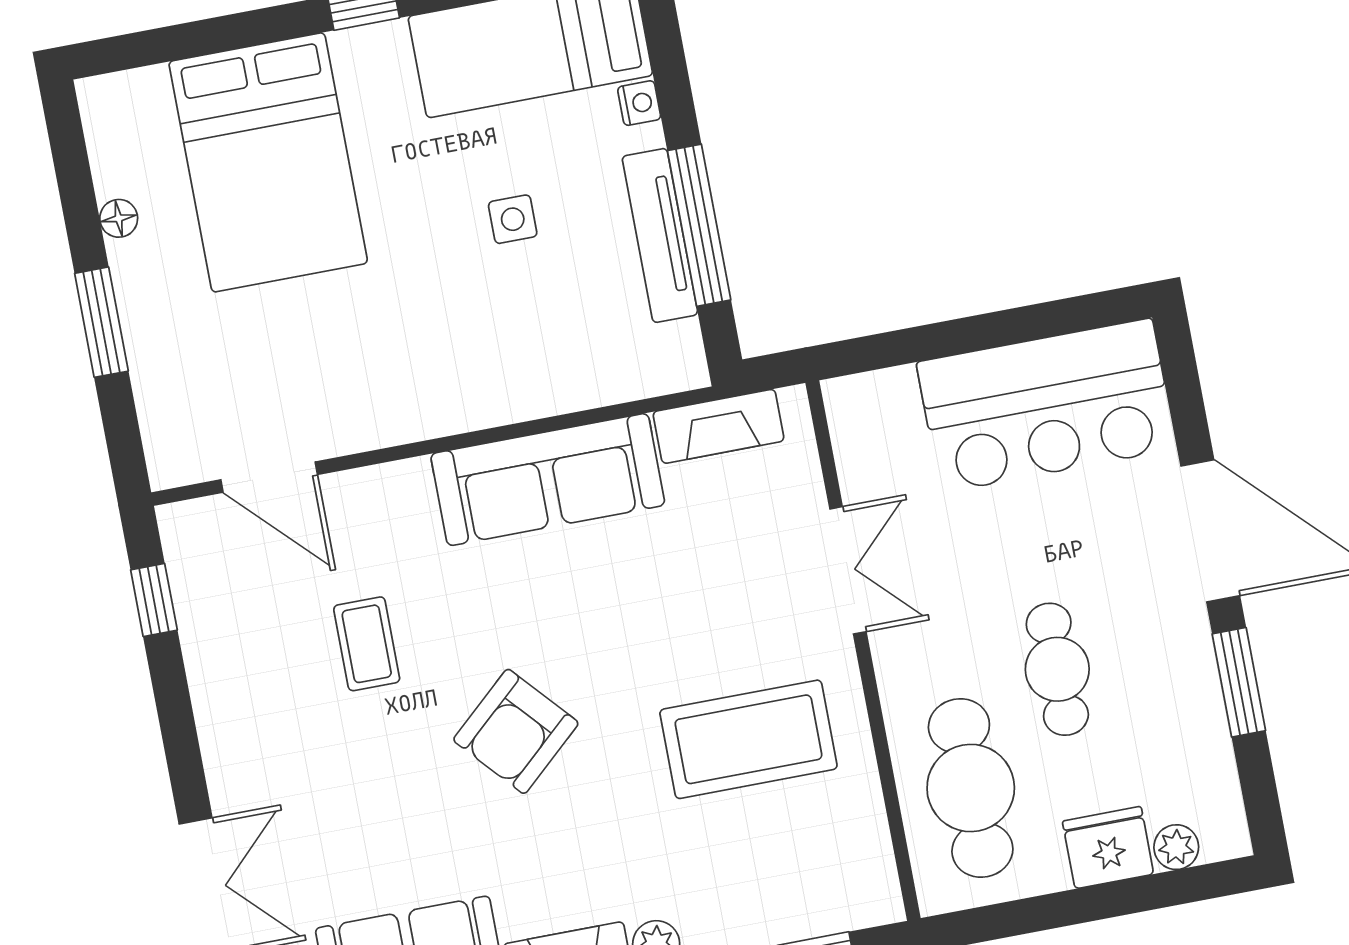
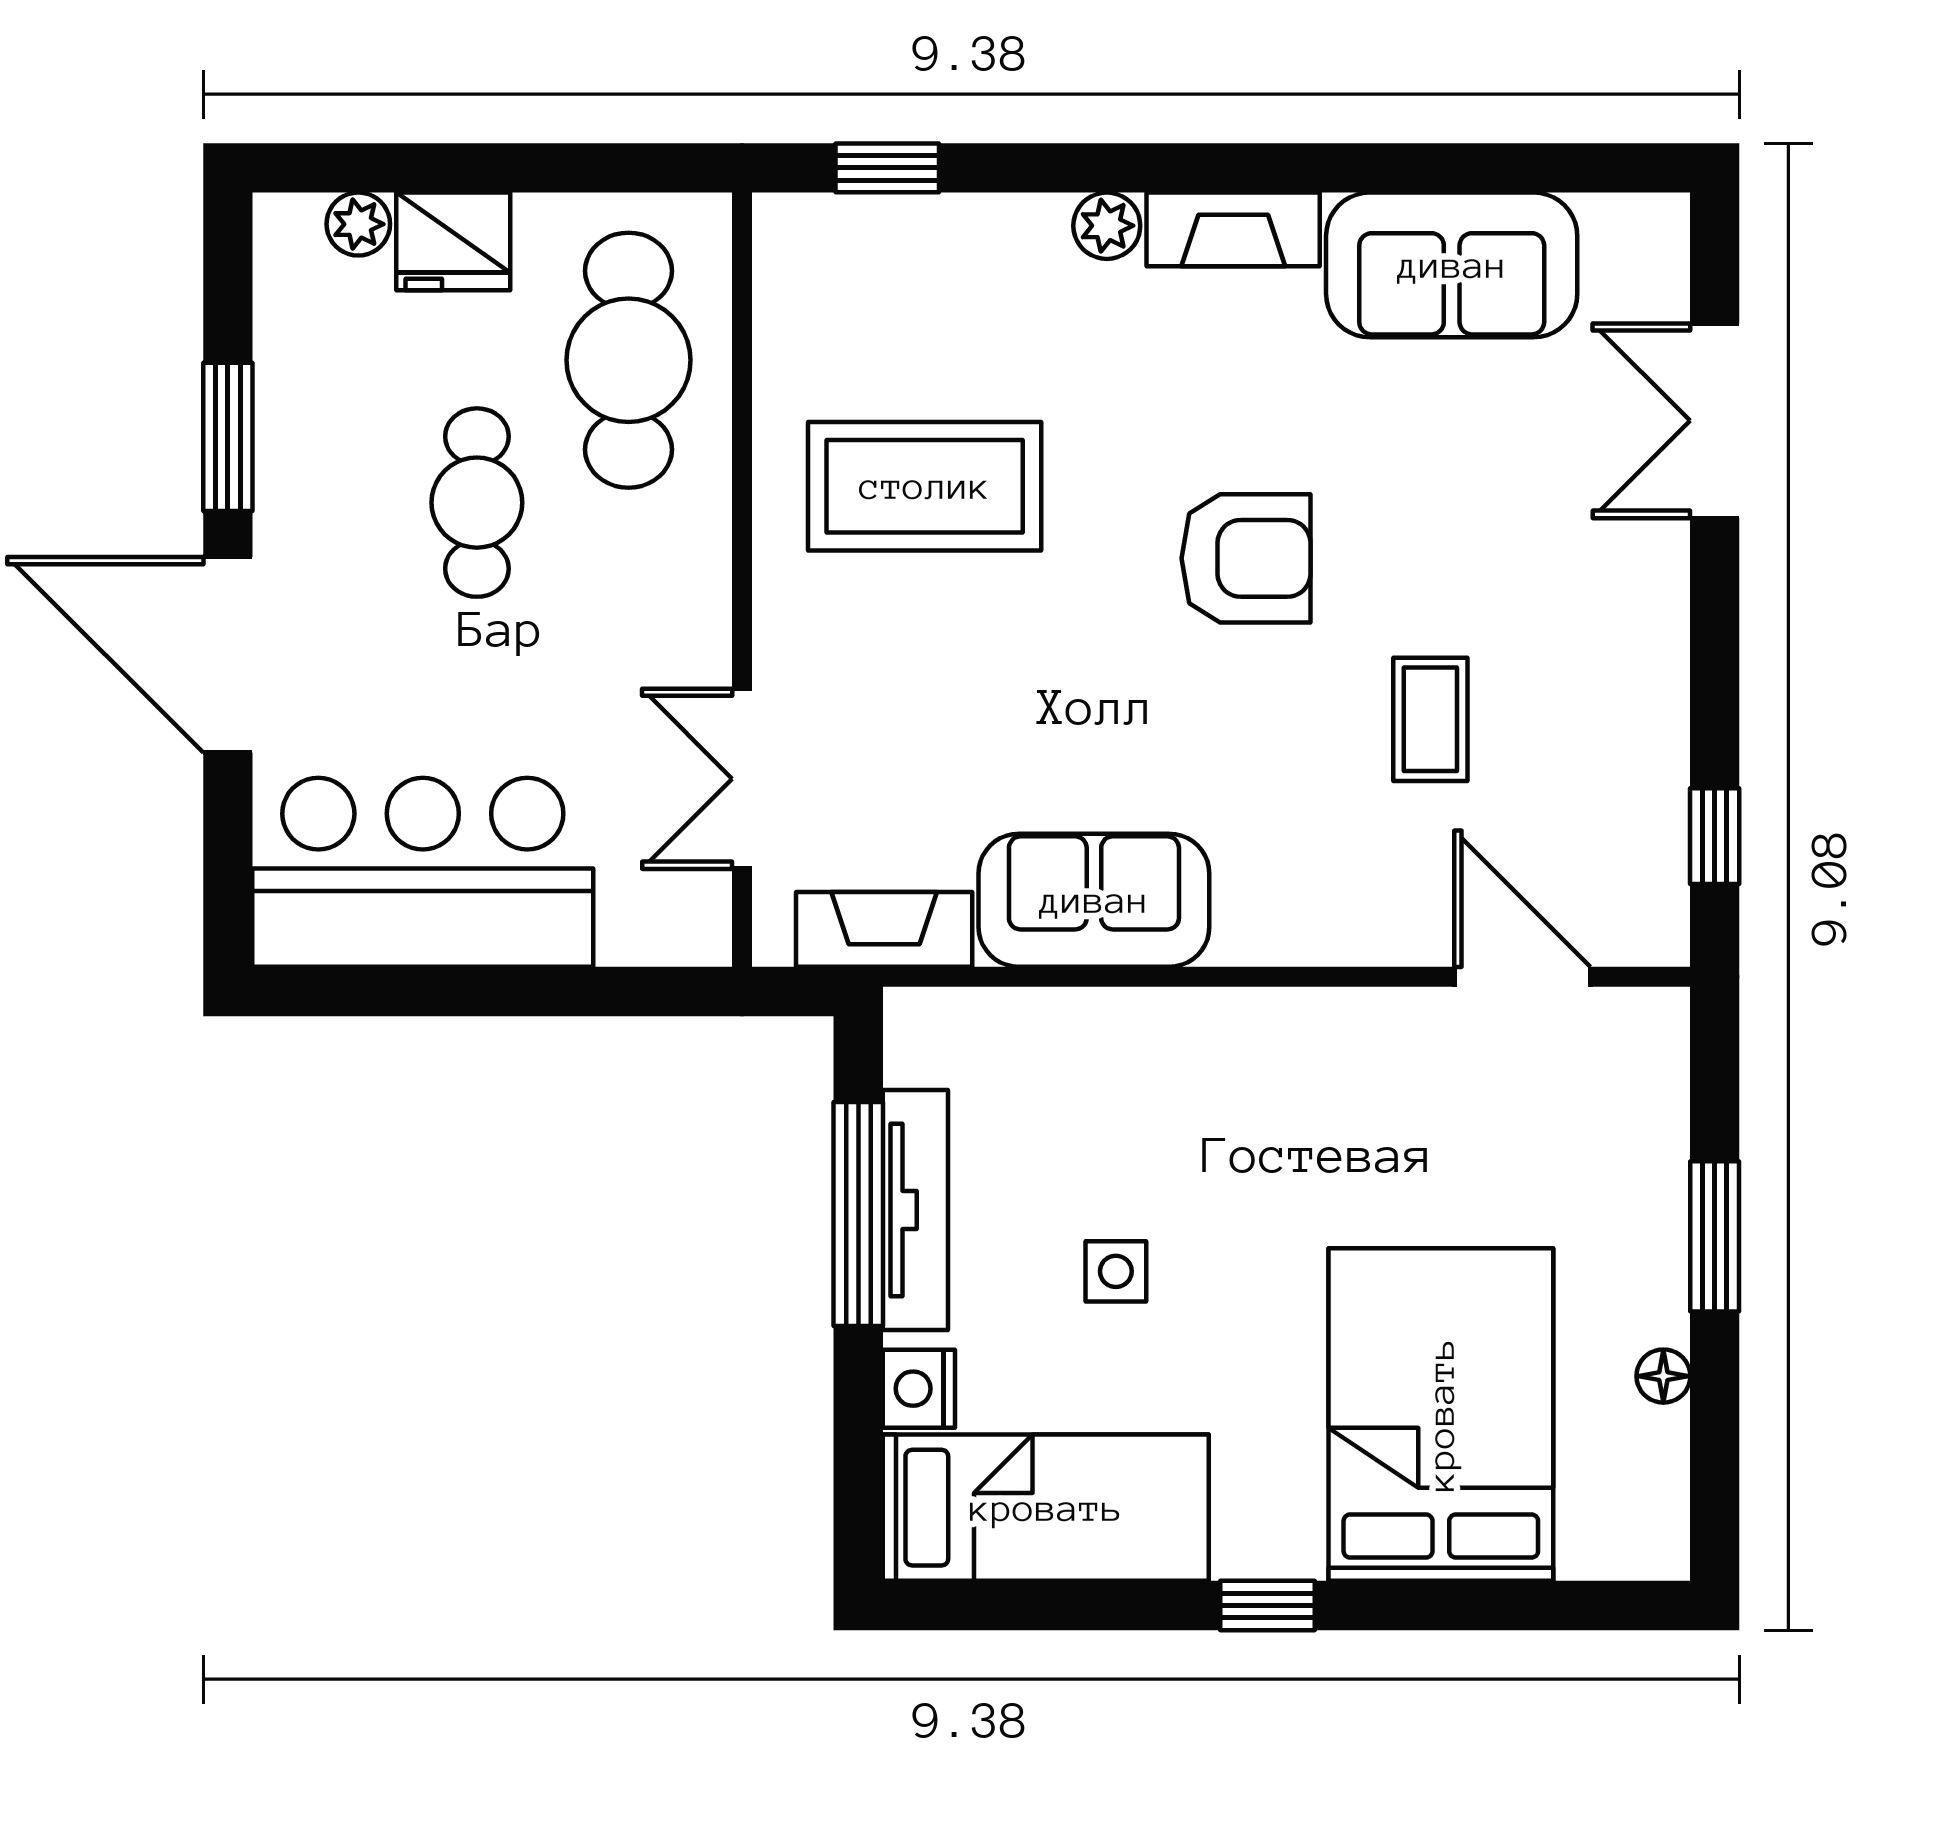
nightstand: (639, 103) -> (919, 1389), width x1.39, depth x1.35
sofa: (548, 480) -> (1094, 900), width x0.73
double door: (848, 570) -> (742, 779), moved
armchair: (516, 731) -> (1246, 558), turned 42

